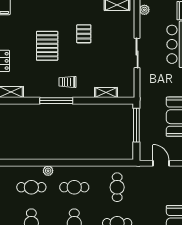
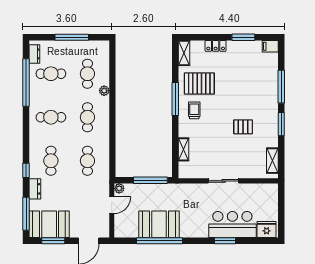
plant: (144, 10) -> (119, 188), moved
pallet: (47, 46) -> (199, 84), moved
cafe table: (117, 187) -> (87, 161), turned 90

